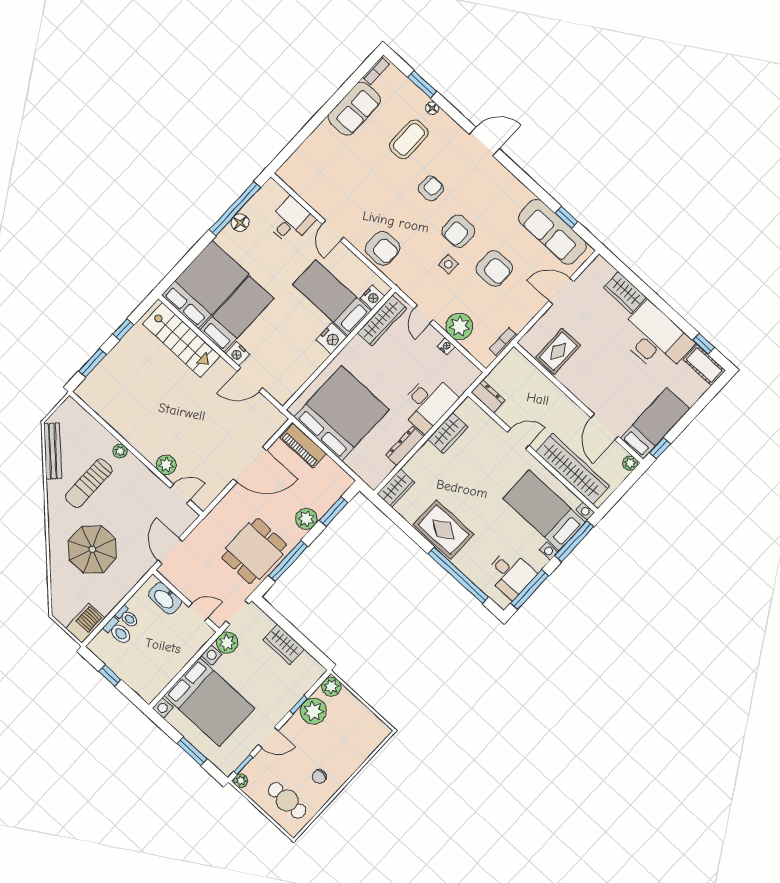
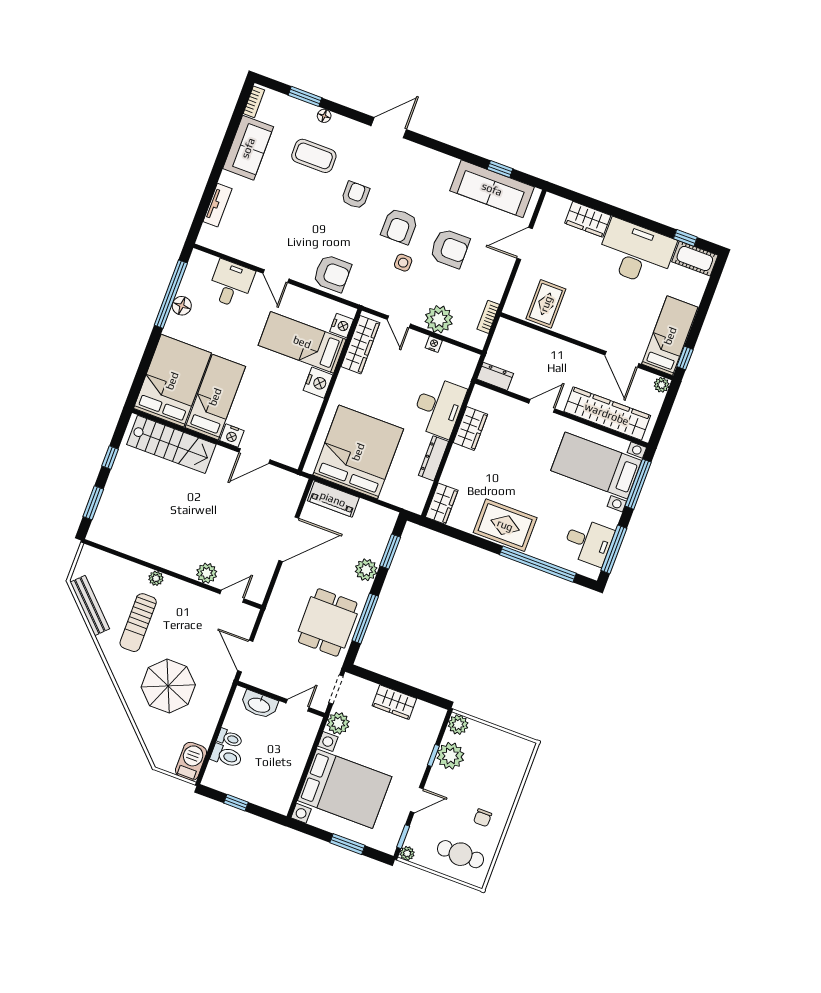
coffee table: (409, 139) -> (314, 156), turned 90
tv unit: (307, 148) -> (217, 205), added

